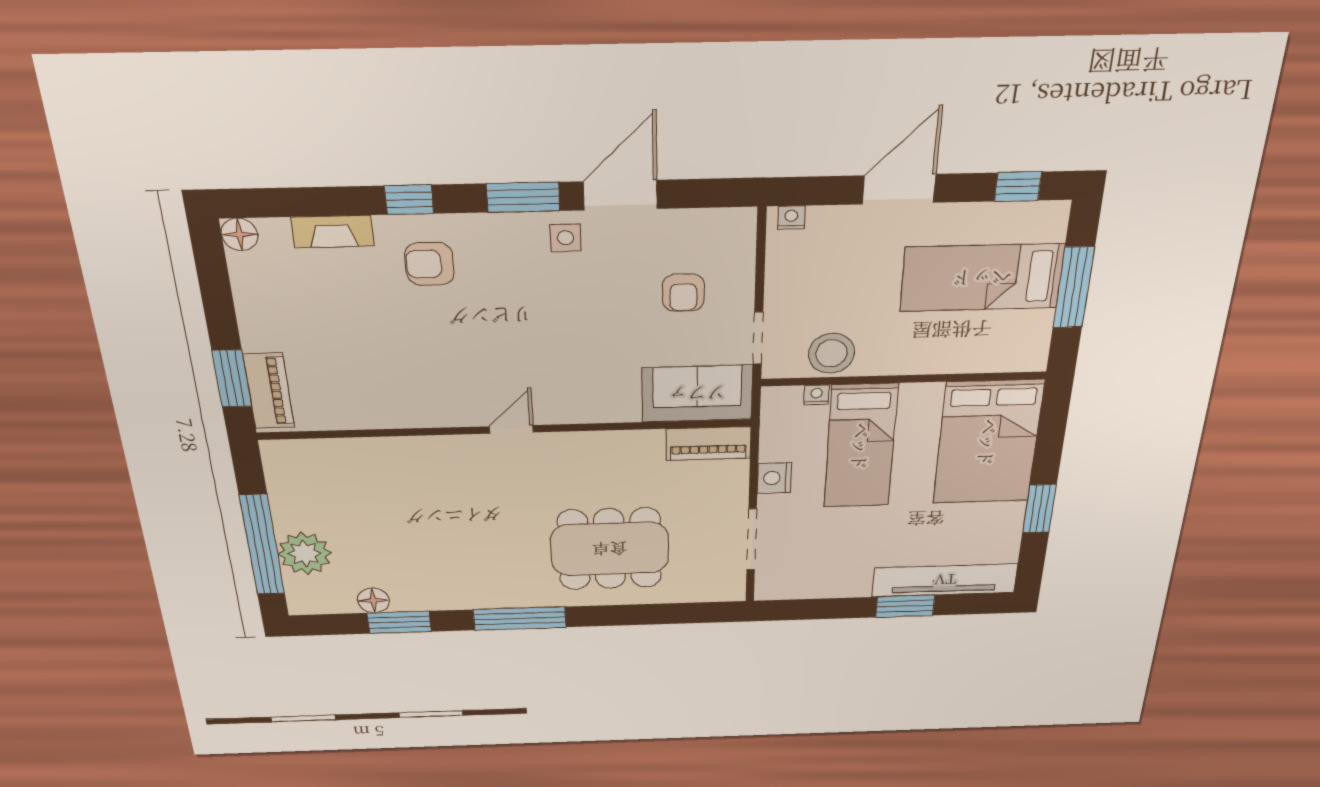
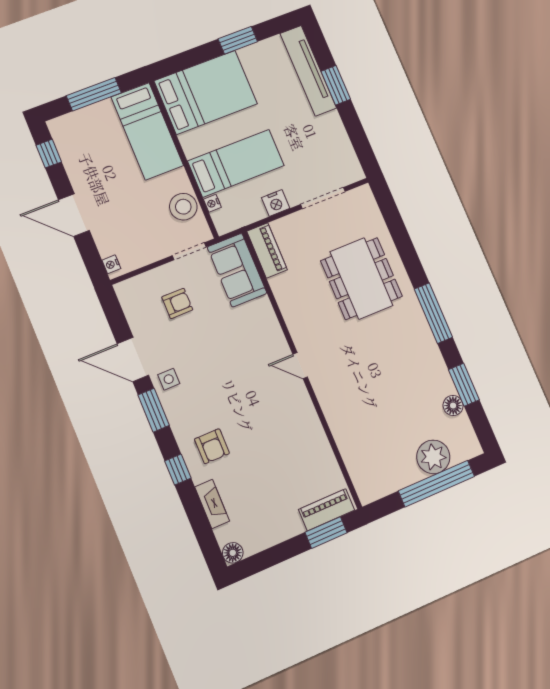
bed: (982, 278) -> (147, 131), moved

